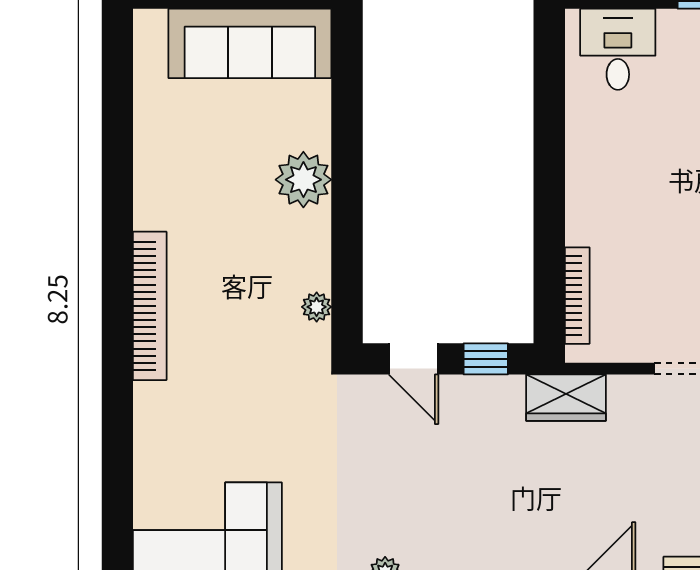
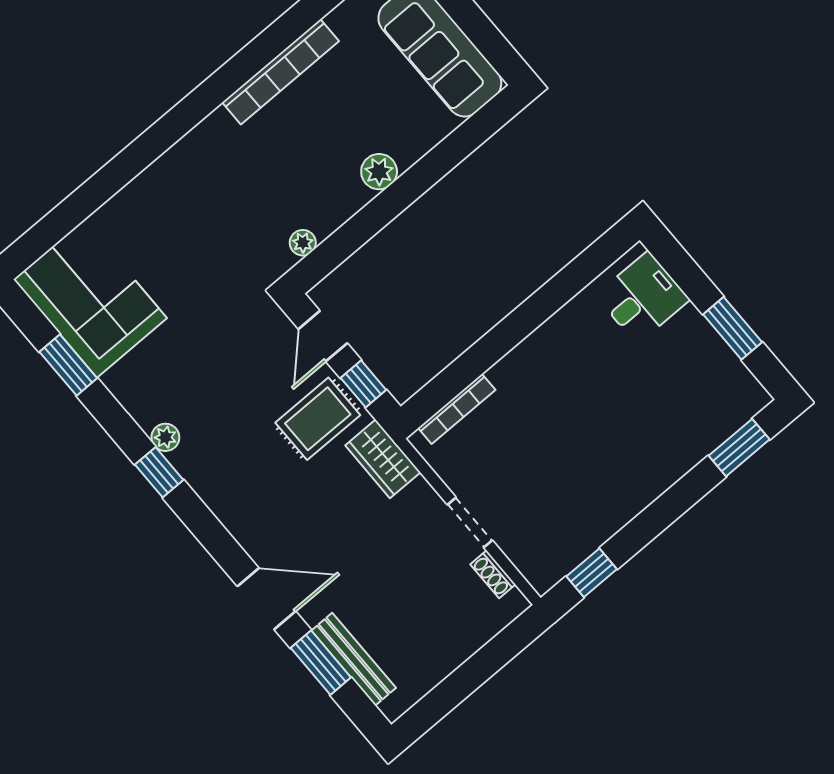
plant: (303, 180) -> (379, 172), width x0.73, depth x0.73
bookcase: (150, 306) -> (281, 72), moved
rug: (482, 425) -> (318, 419), added

